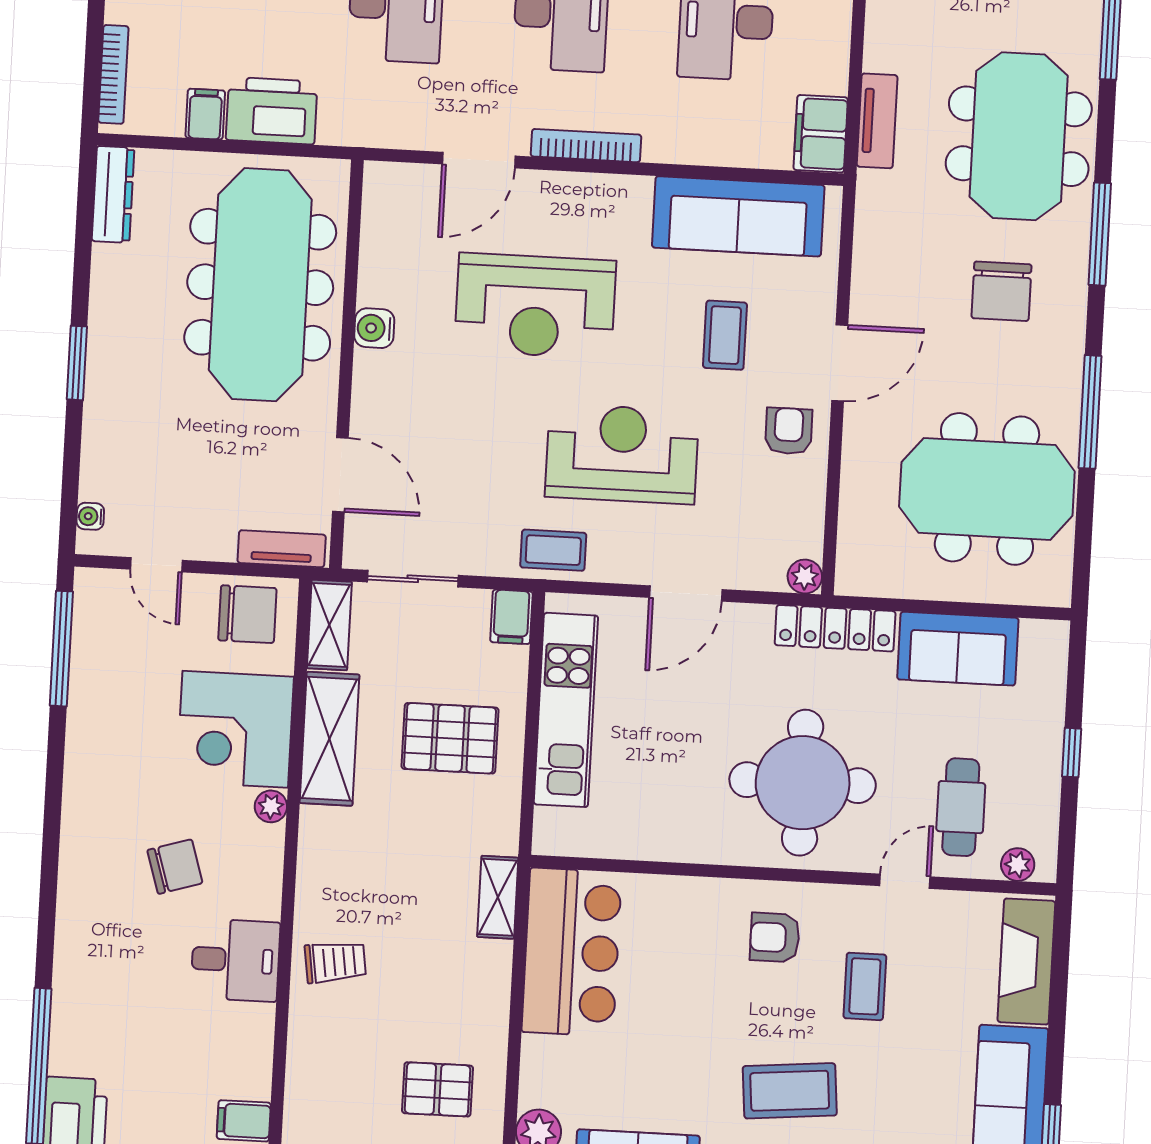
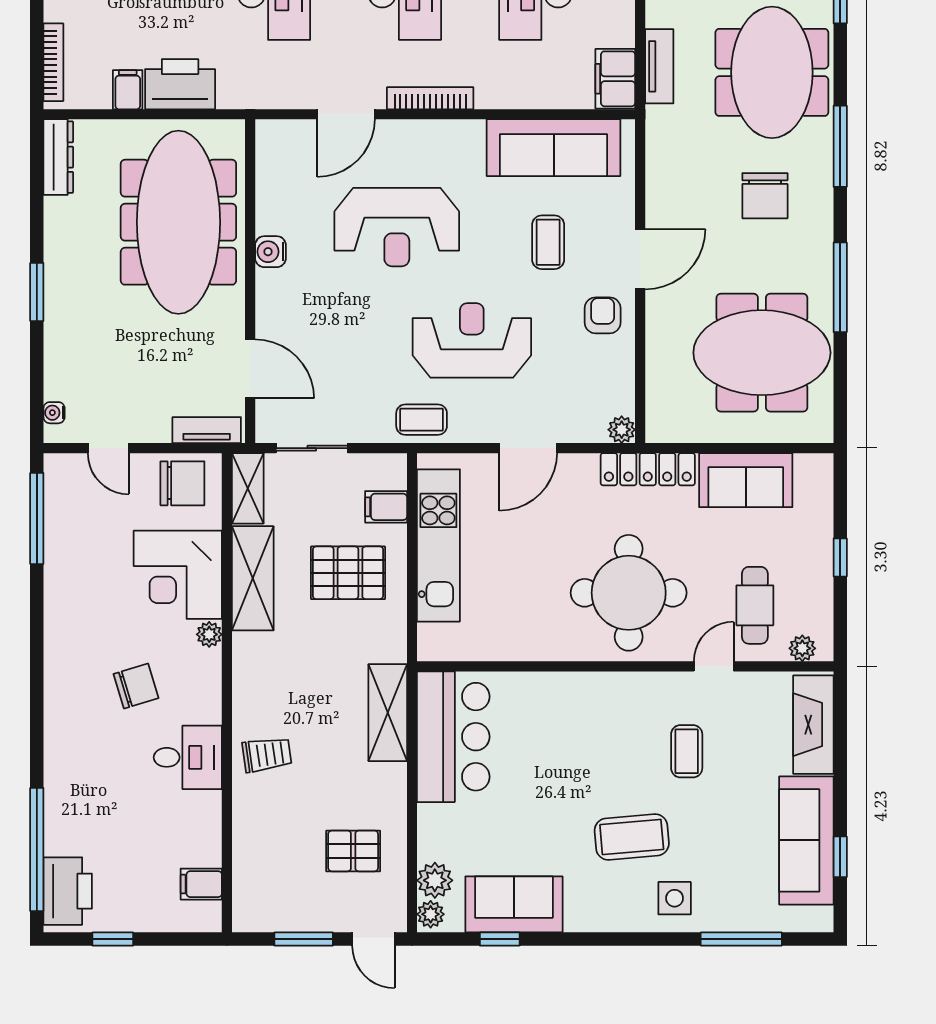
filing cabinet: (511, 617) -> (386, 507), moved, turned 90
shelving: (498, 897) -> (388, 713), width x1.50, depth x1.33
armchair: (775, 937) -> (613, 716), removed

